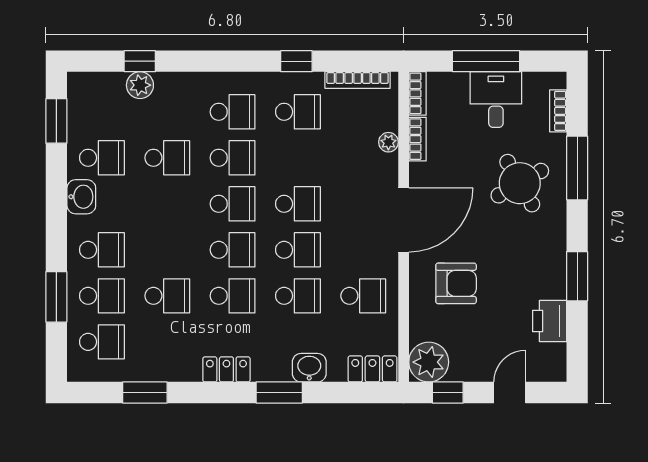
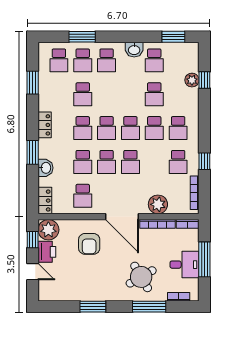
bookcase: (417, 139) -> (158, 224), width x1.56
plant: (388, 142) -> (158, 204), width x1.88, depth x1.88
printer: (550, 321) -> (47, 252), moved, turned 90

